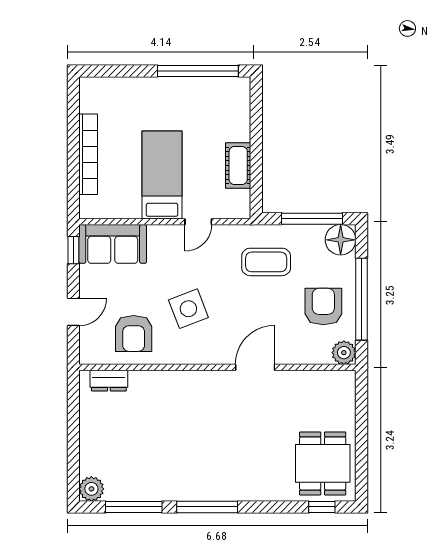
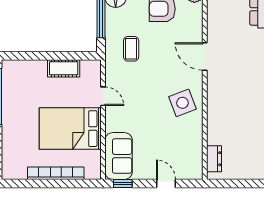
bed: (162, 175) -> (70, 129), width x1.50
coffee table: (266, 262) -> (131, 49), width x0.73, depth x0.77
side table: (188, 309) -> (182, 103), moved
armchair: (134, 333) -> (181, 141), removed

